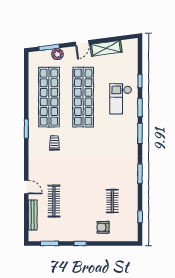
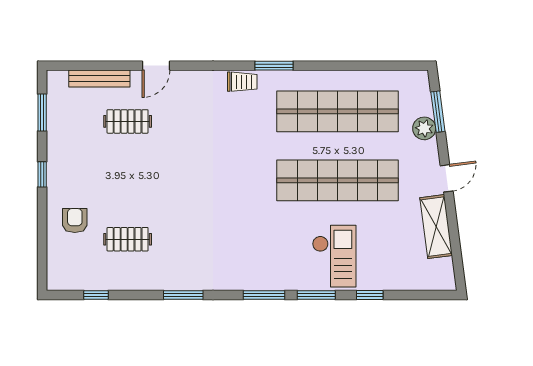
door: (82, 43) -> (447, 178), swing flipped
checkout: (121, 99) -> (334, 256), turned 90
trolley: (54, 143) -> (242, 82), moved
clothes rail: (54, 201) -> (128, 121), width x0.73

